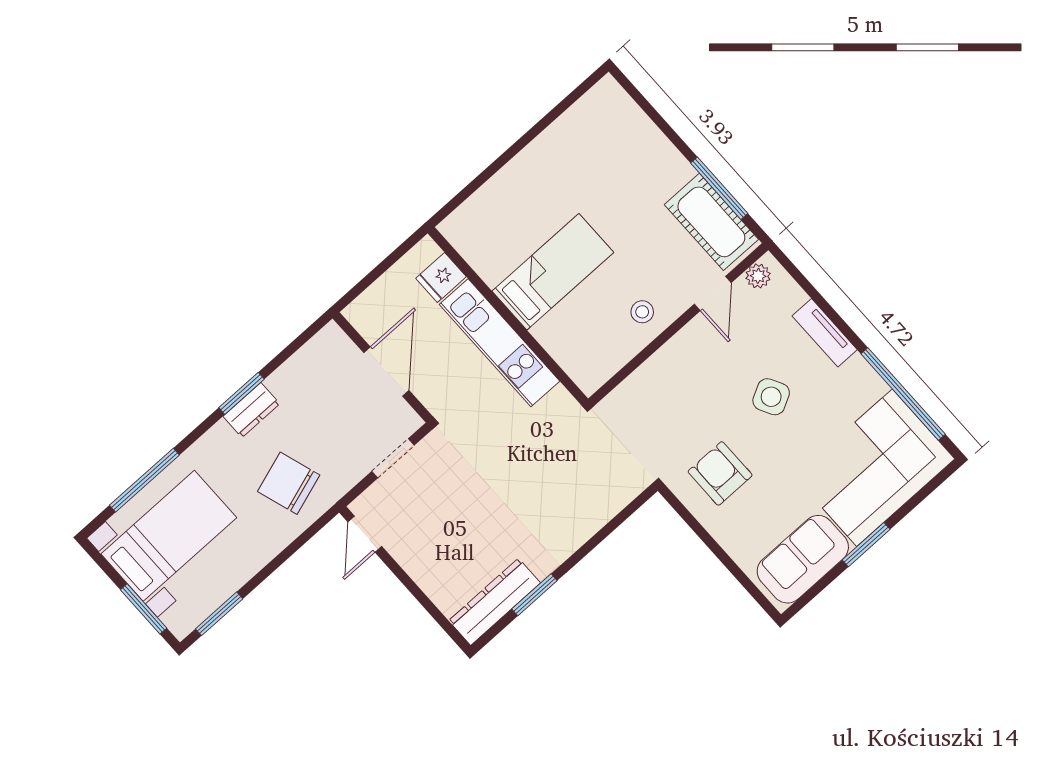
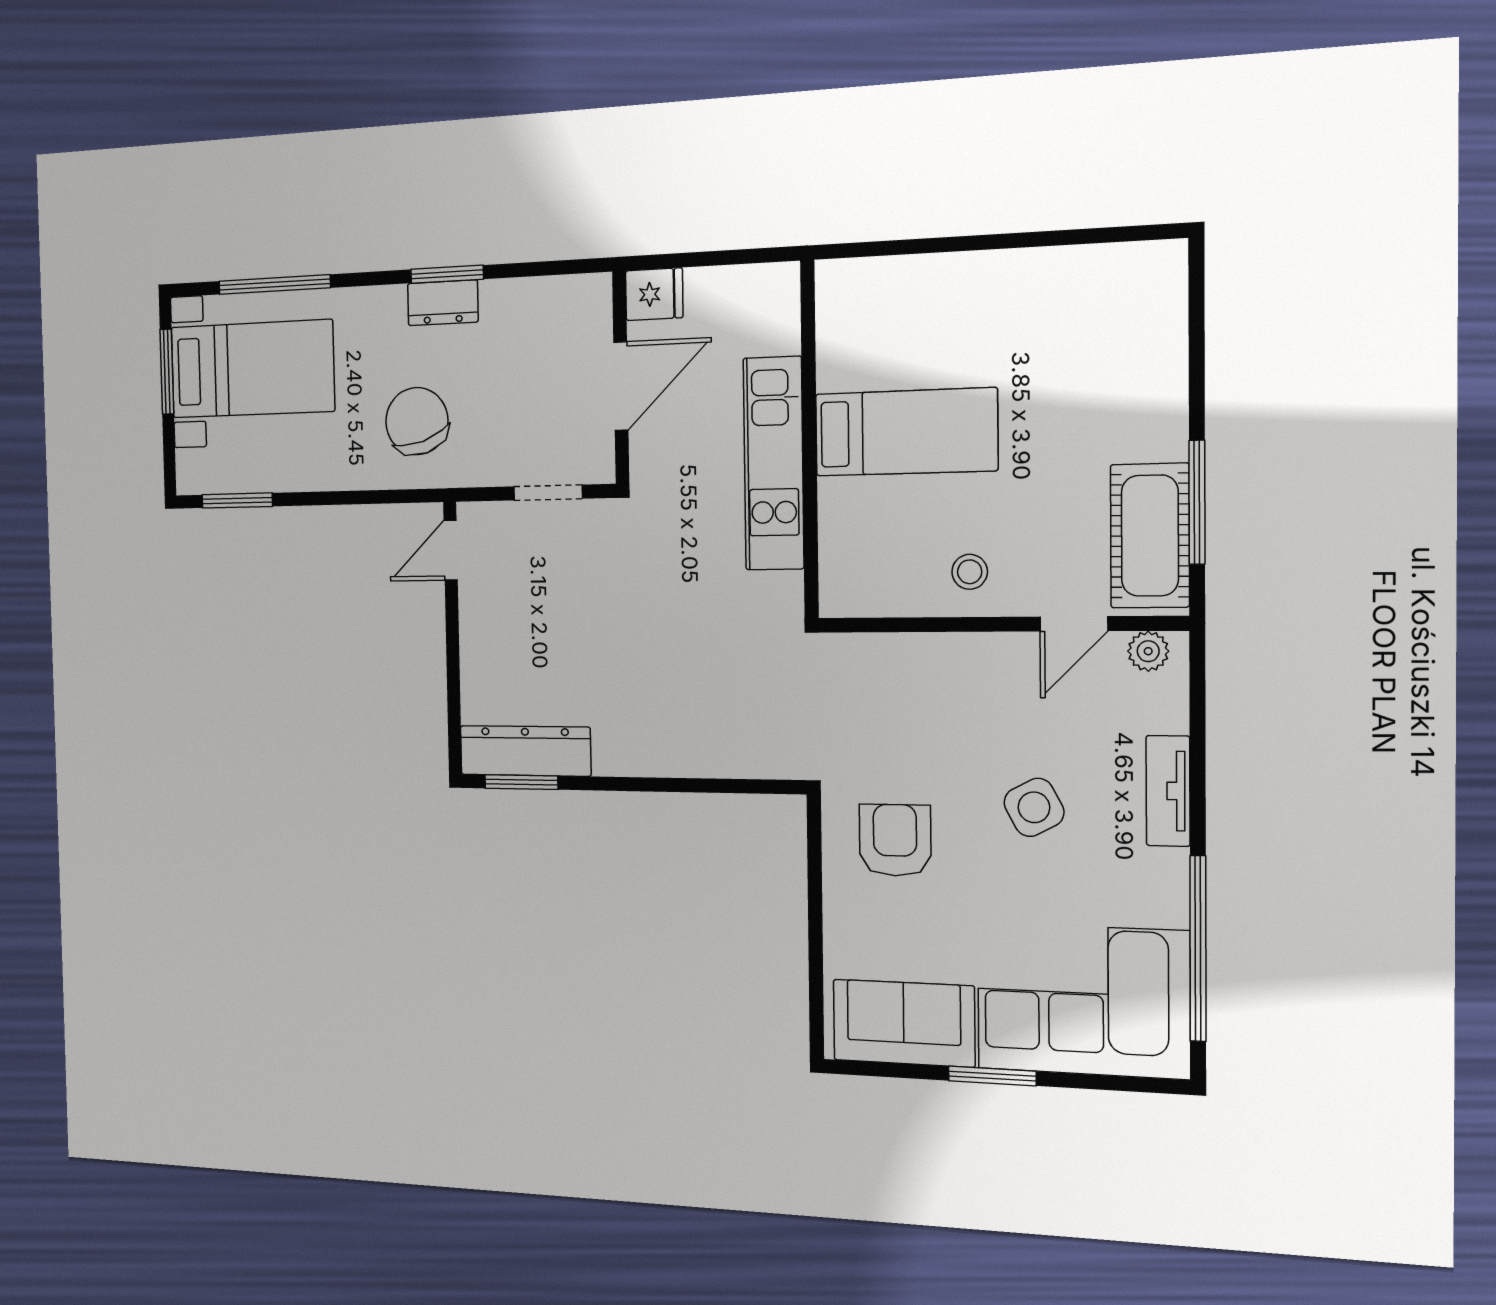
fridge: (441, 278) -> (654, 294), moved, turned 180
window: (534, 595) -> (521, 782), moved
window: (144, 609) -> (167, 372), moved

